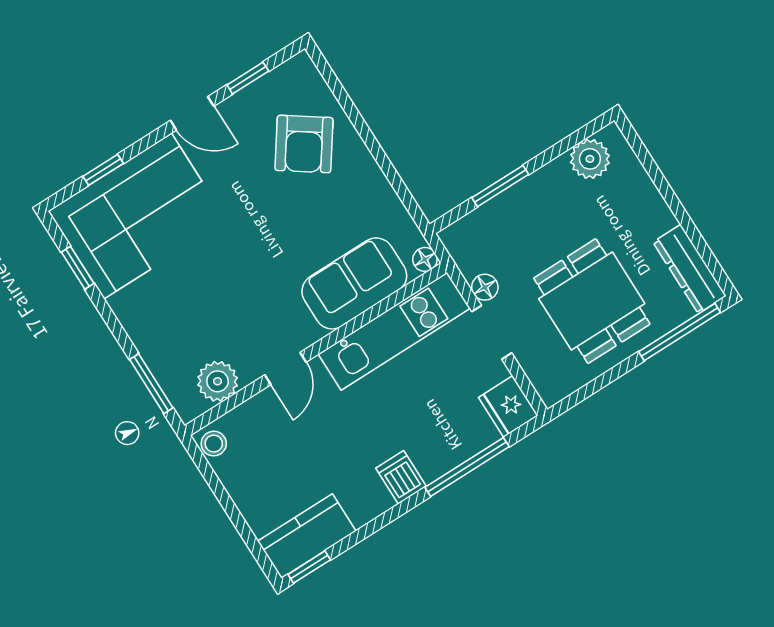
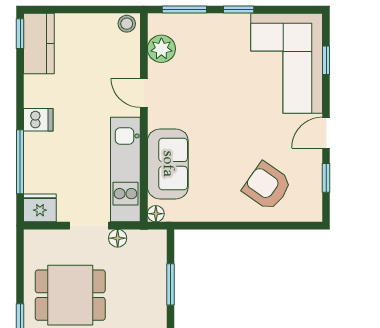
window: (78, 268) -> (239, 9), moved

